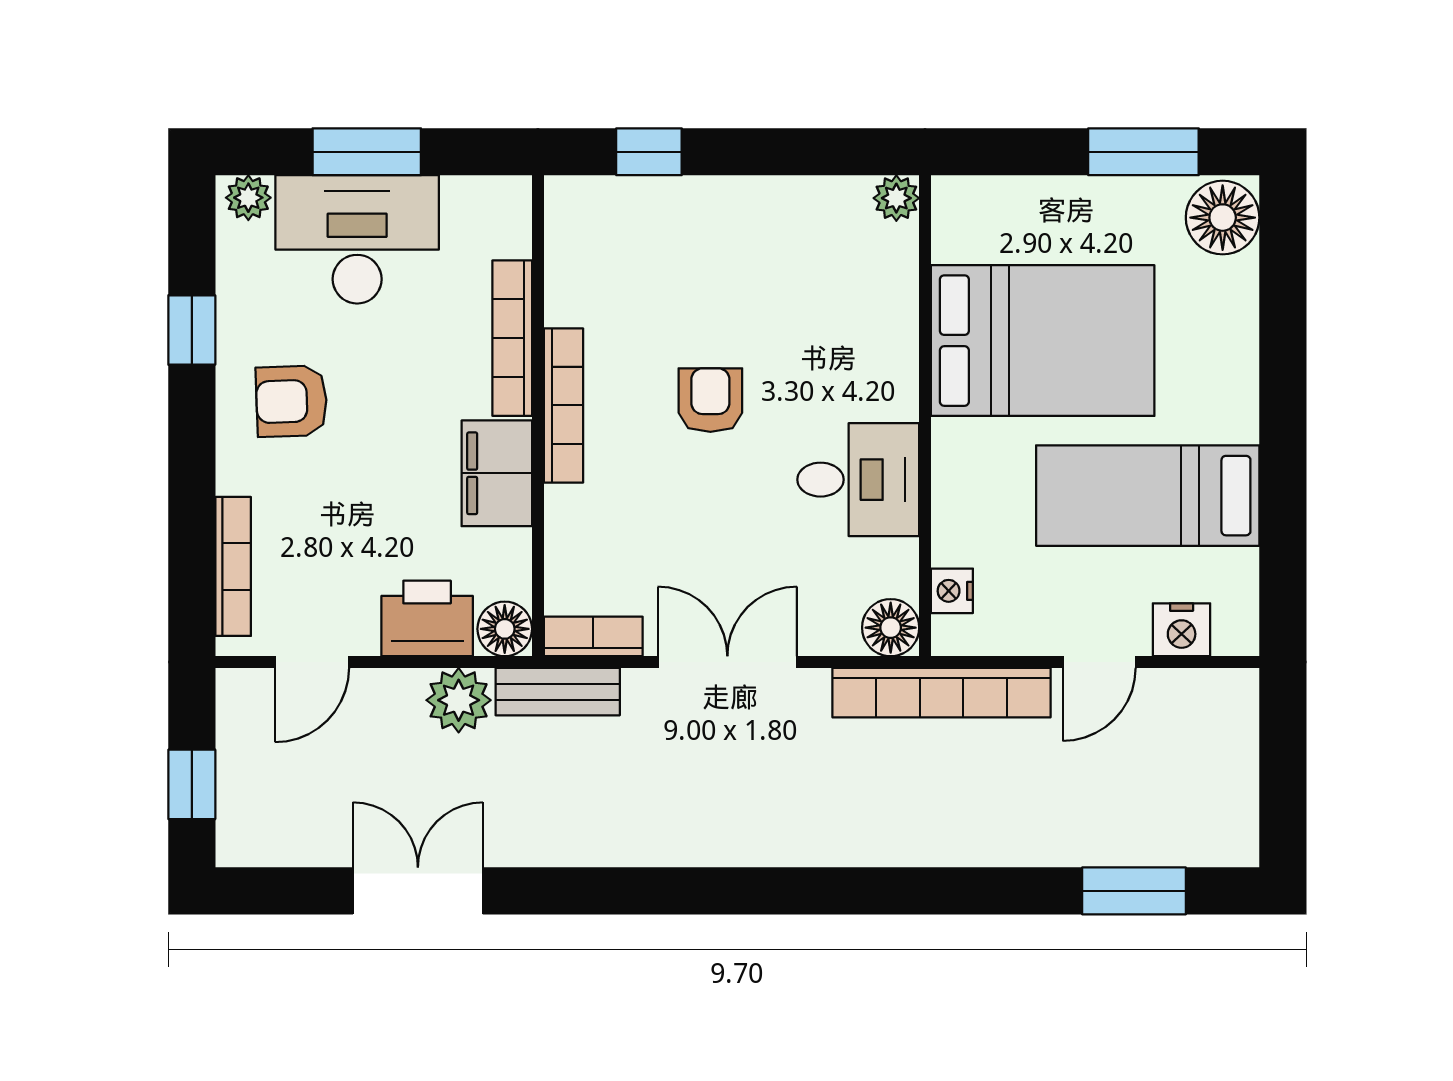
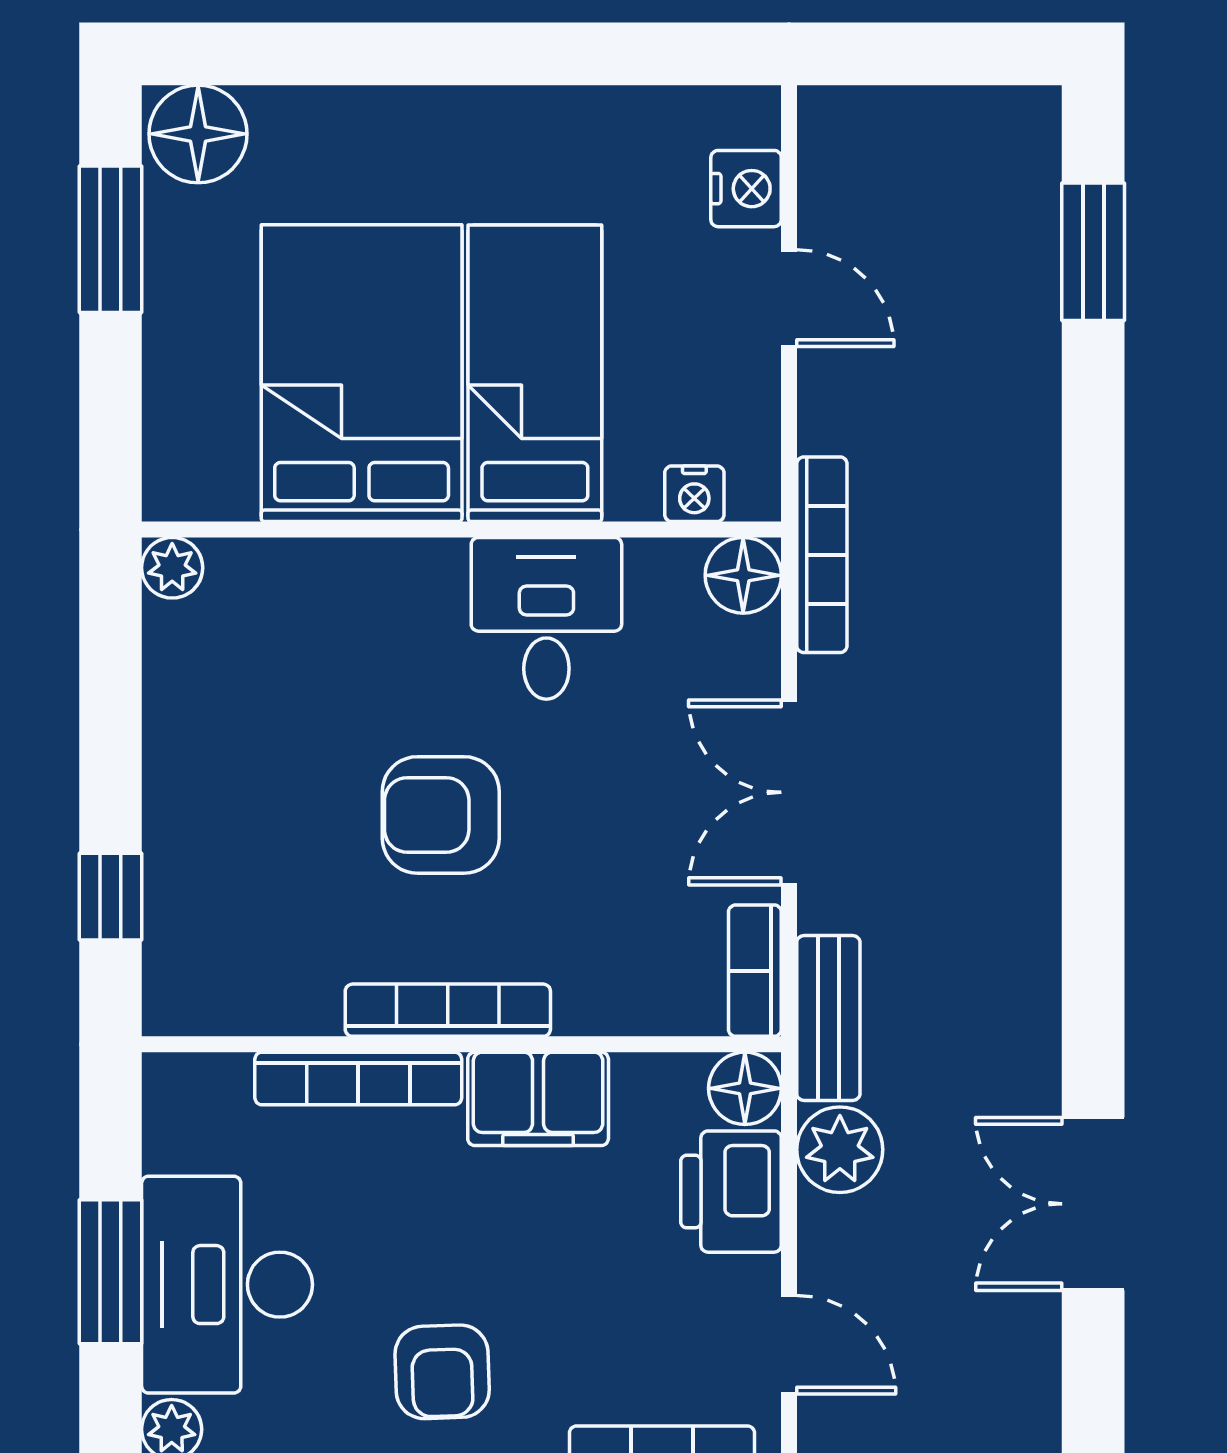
armchair: (710, 400) -> (441, 815), width x1.38, depth x1.38
bed: (1148, 496) -> (535, 373), moved, turned 180
bookcase: (941, 693) -> (822, 555), width x0.68, depth x0.76

